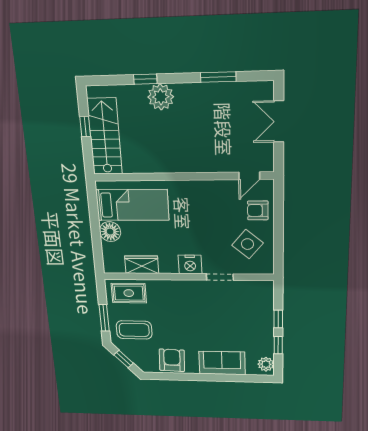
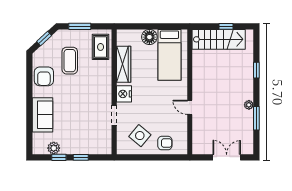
plant: (161, 97) -> (249, 105), moved, width x0.53, depth x0.53
door: (249, 176) -> (190, 107), moved
armchair: (258, 210) -> (165, 143), turned 90
wardrobe: (142, 265) -> (124, 64), width x1.50
coffee table: (134, 330) -> (70, 61), moved
armchair: (172, 360) -> (44, 76), turned 88
plant: (266, 364) -> (54, 148), moved

